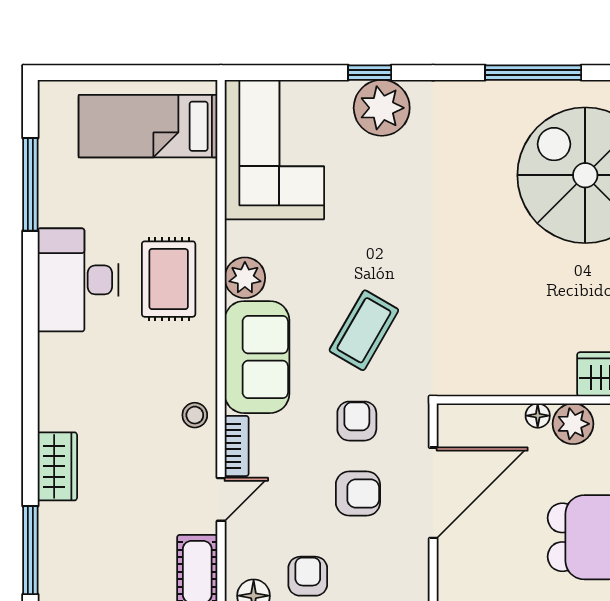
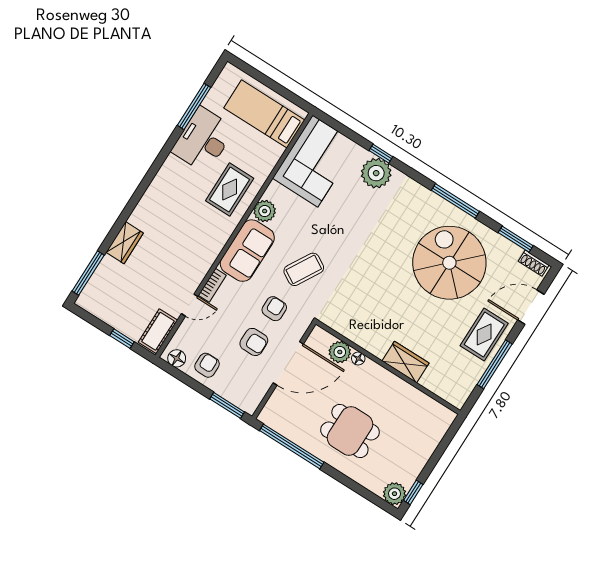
desk: (78, 280) -> (203, 140), moved
stool: (195, 415) -> (202, 259), removed
plant: (573, 424) -> (340, 352), moved

